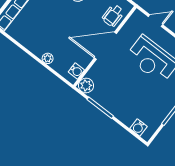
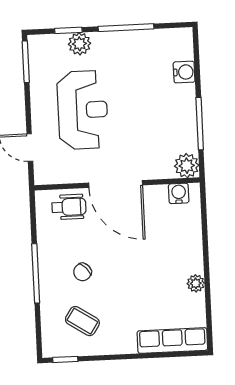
plant: (48, 58) -> (196, 283), moved
water cooler: (138, 127) -> (184, 72), moved

